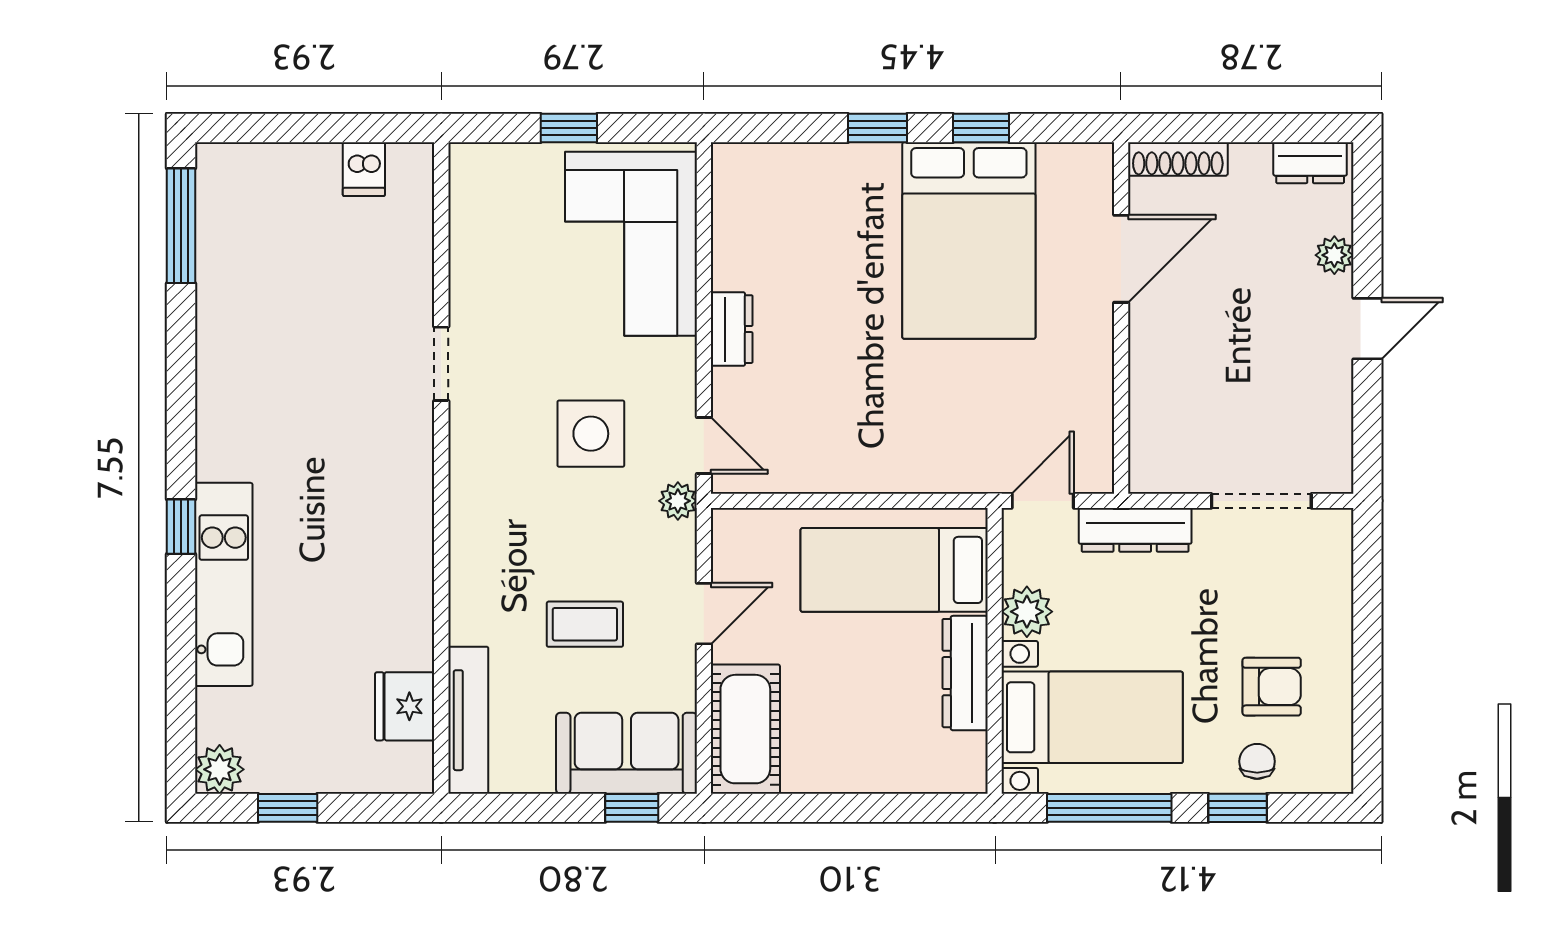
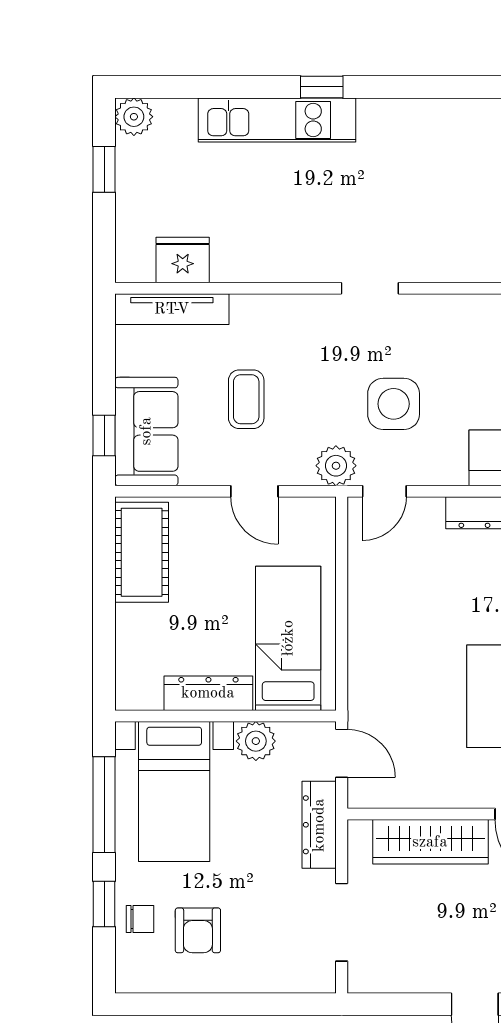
doorway: (441, 364) -> (370, 288), moved
wardrobe: (1157, 386) -> (430, 842), added
plant: (678, 501) -> (336, 466), width x1.38, depth x1.38
cot: (745, 729) -> (142, 552), moved, turned 90

